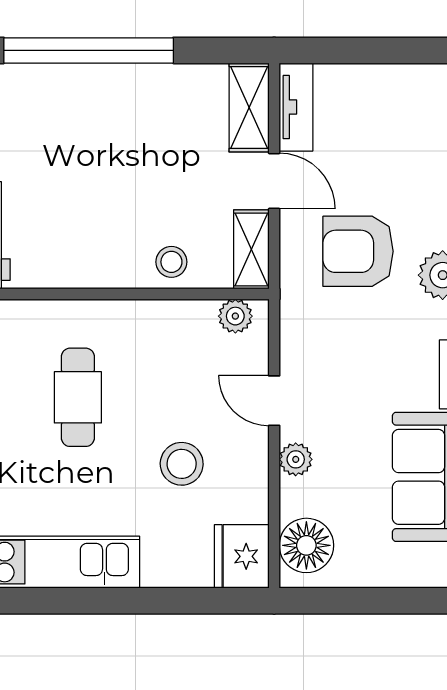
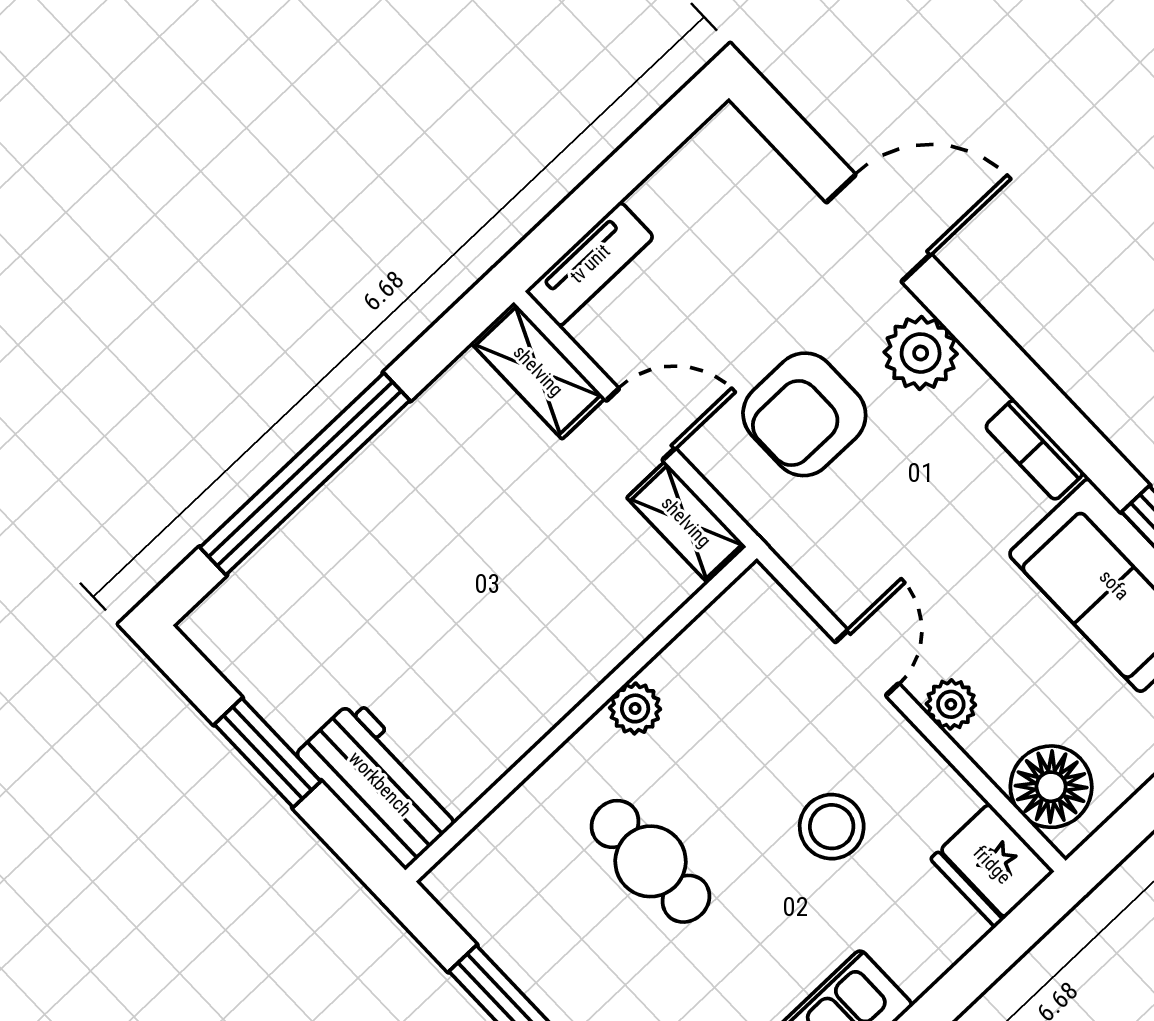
tv unit: (296, 107) -> (590, 264), moved, turned 90
stool: (171, 262) -> (613, 618), removed
plant: (235, 316) -> (635, 708), moved
door: (274, 401) -> (867, 663), swing flipped

